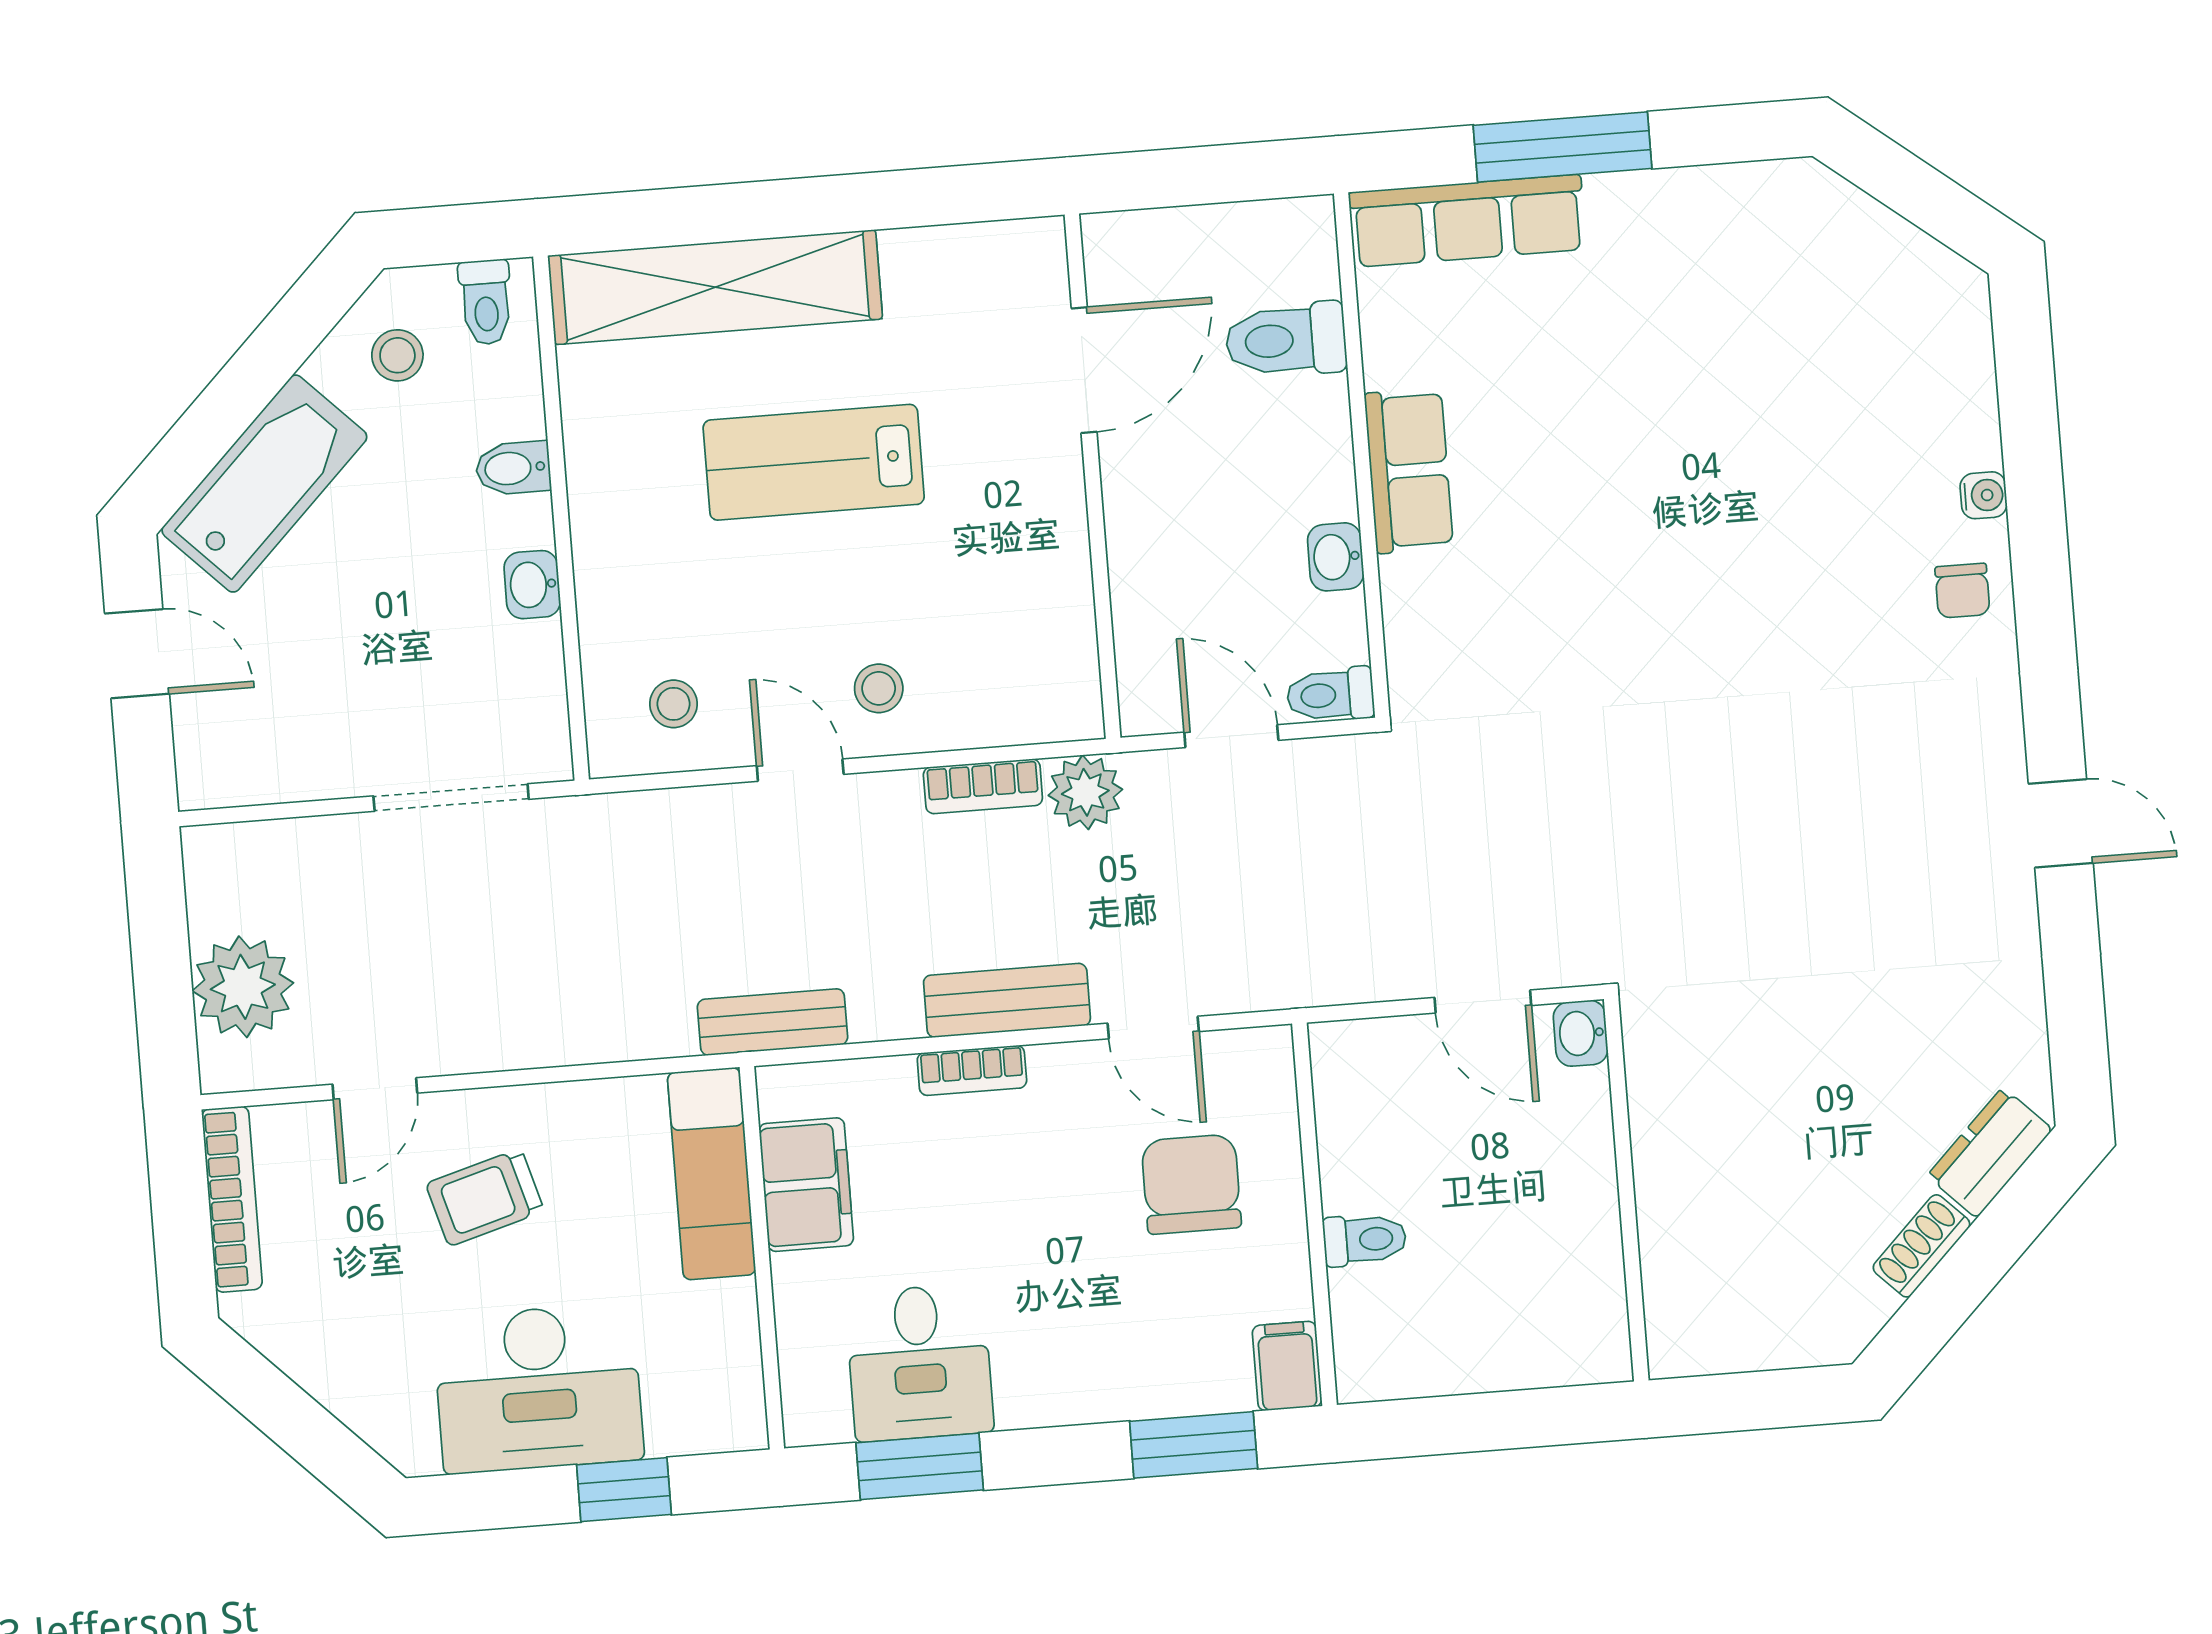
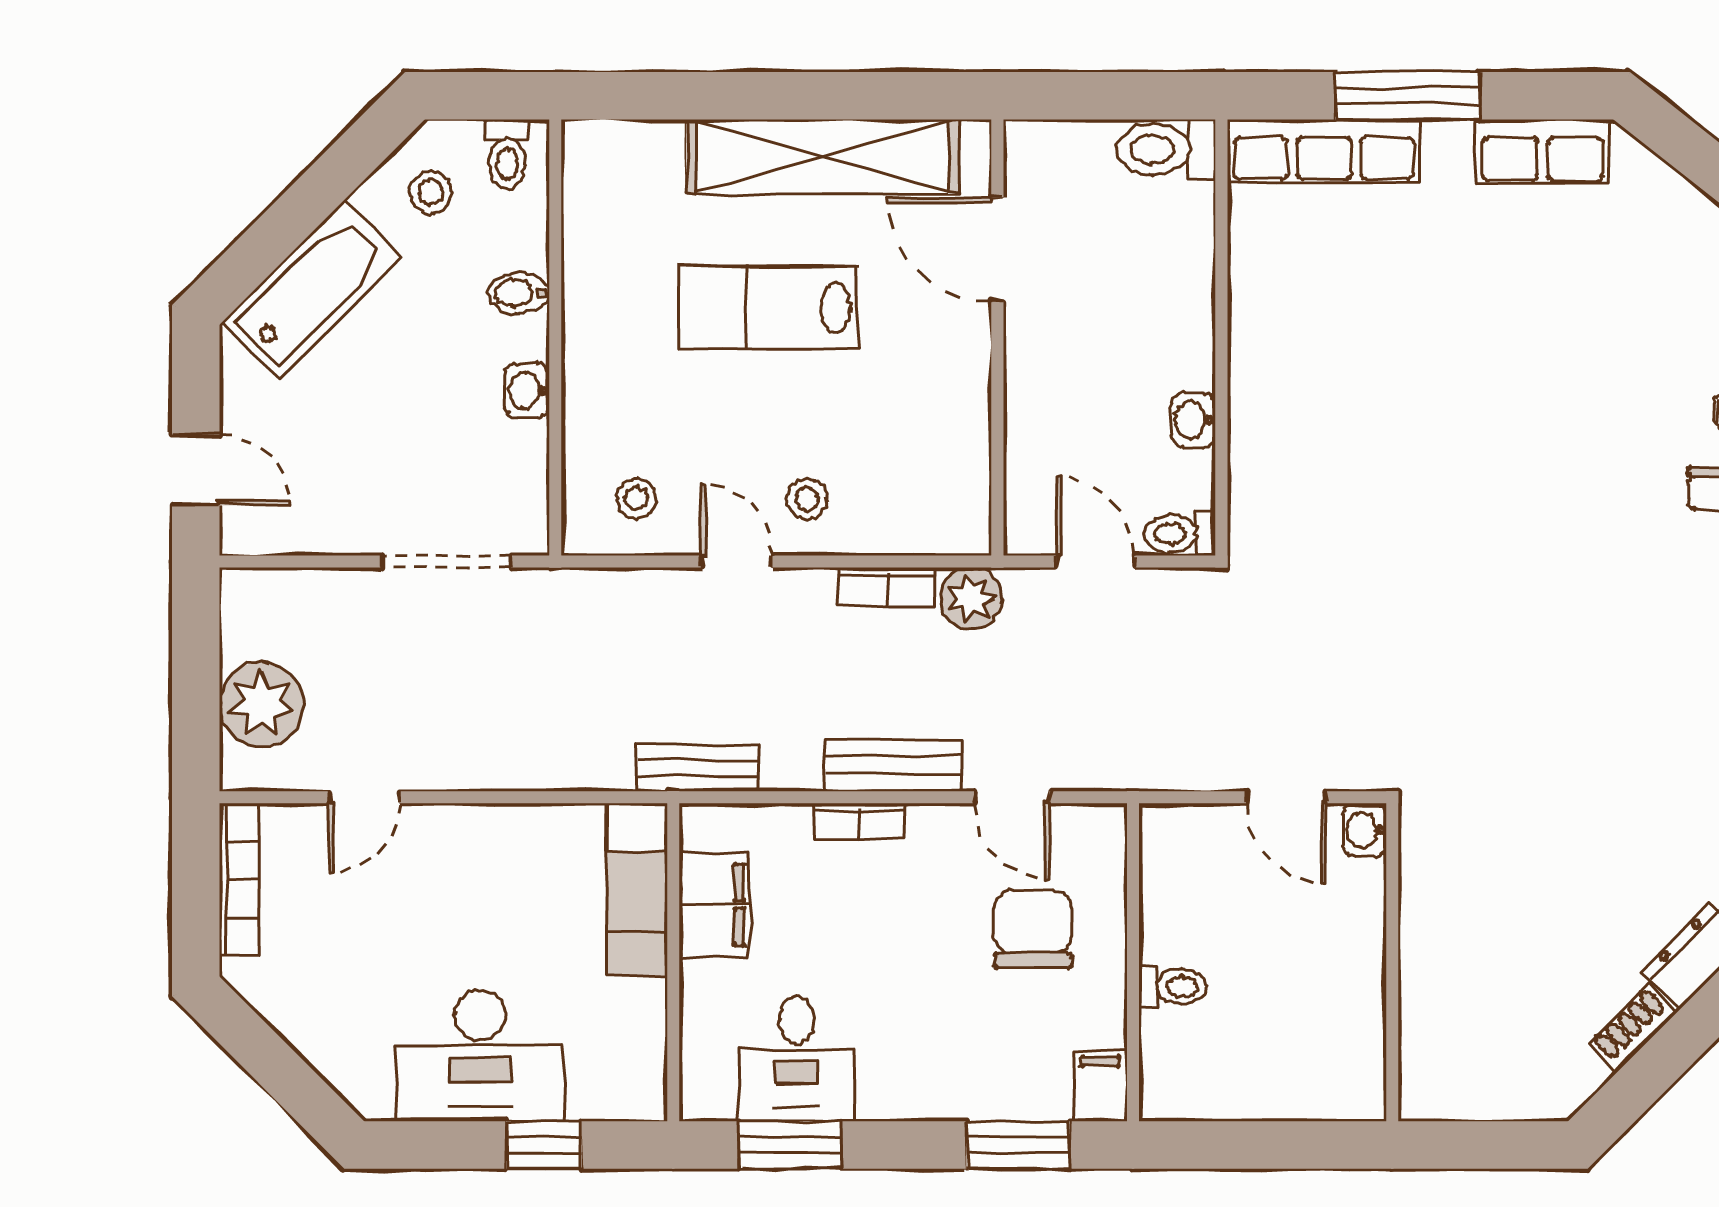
shelving: (715, 287) -> (822, 157), moved
toilet: (1286, 340) -> (1166, 149), moved
door: (1084, 370) -> (997, 249), swing flipped
row of seats: (1409, 471) -> (1543, 151), moved, turned 90
door: (137, 654) -> (196, 470), moved
trolley: (485, 1197) -> (448, 894), removed

